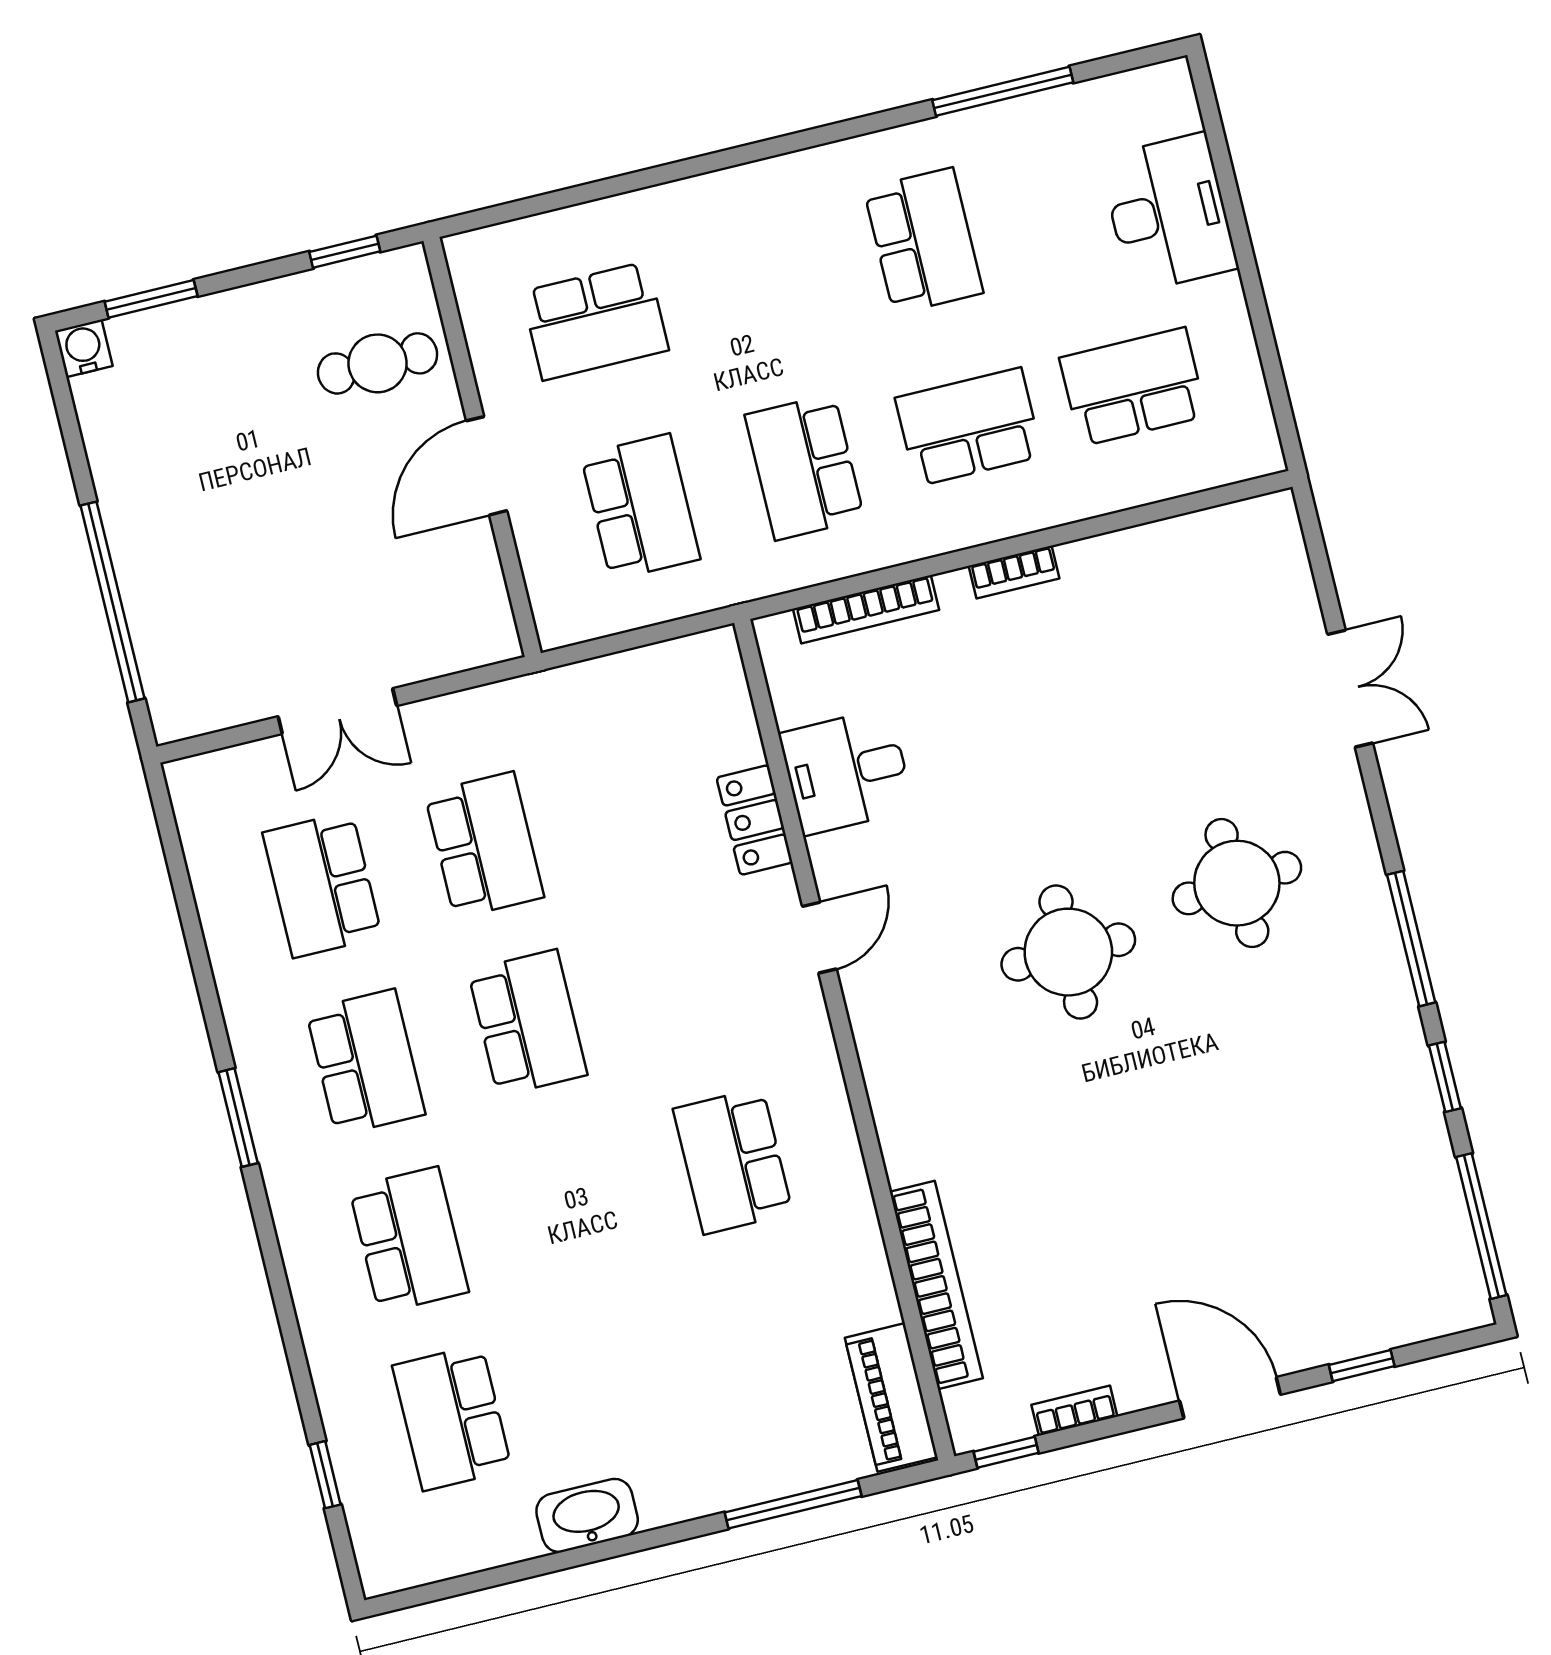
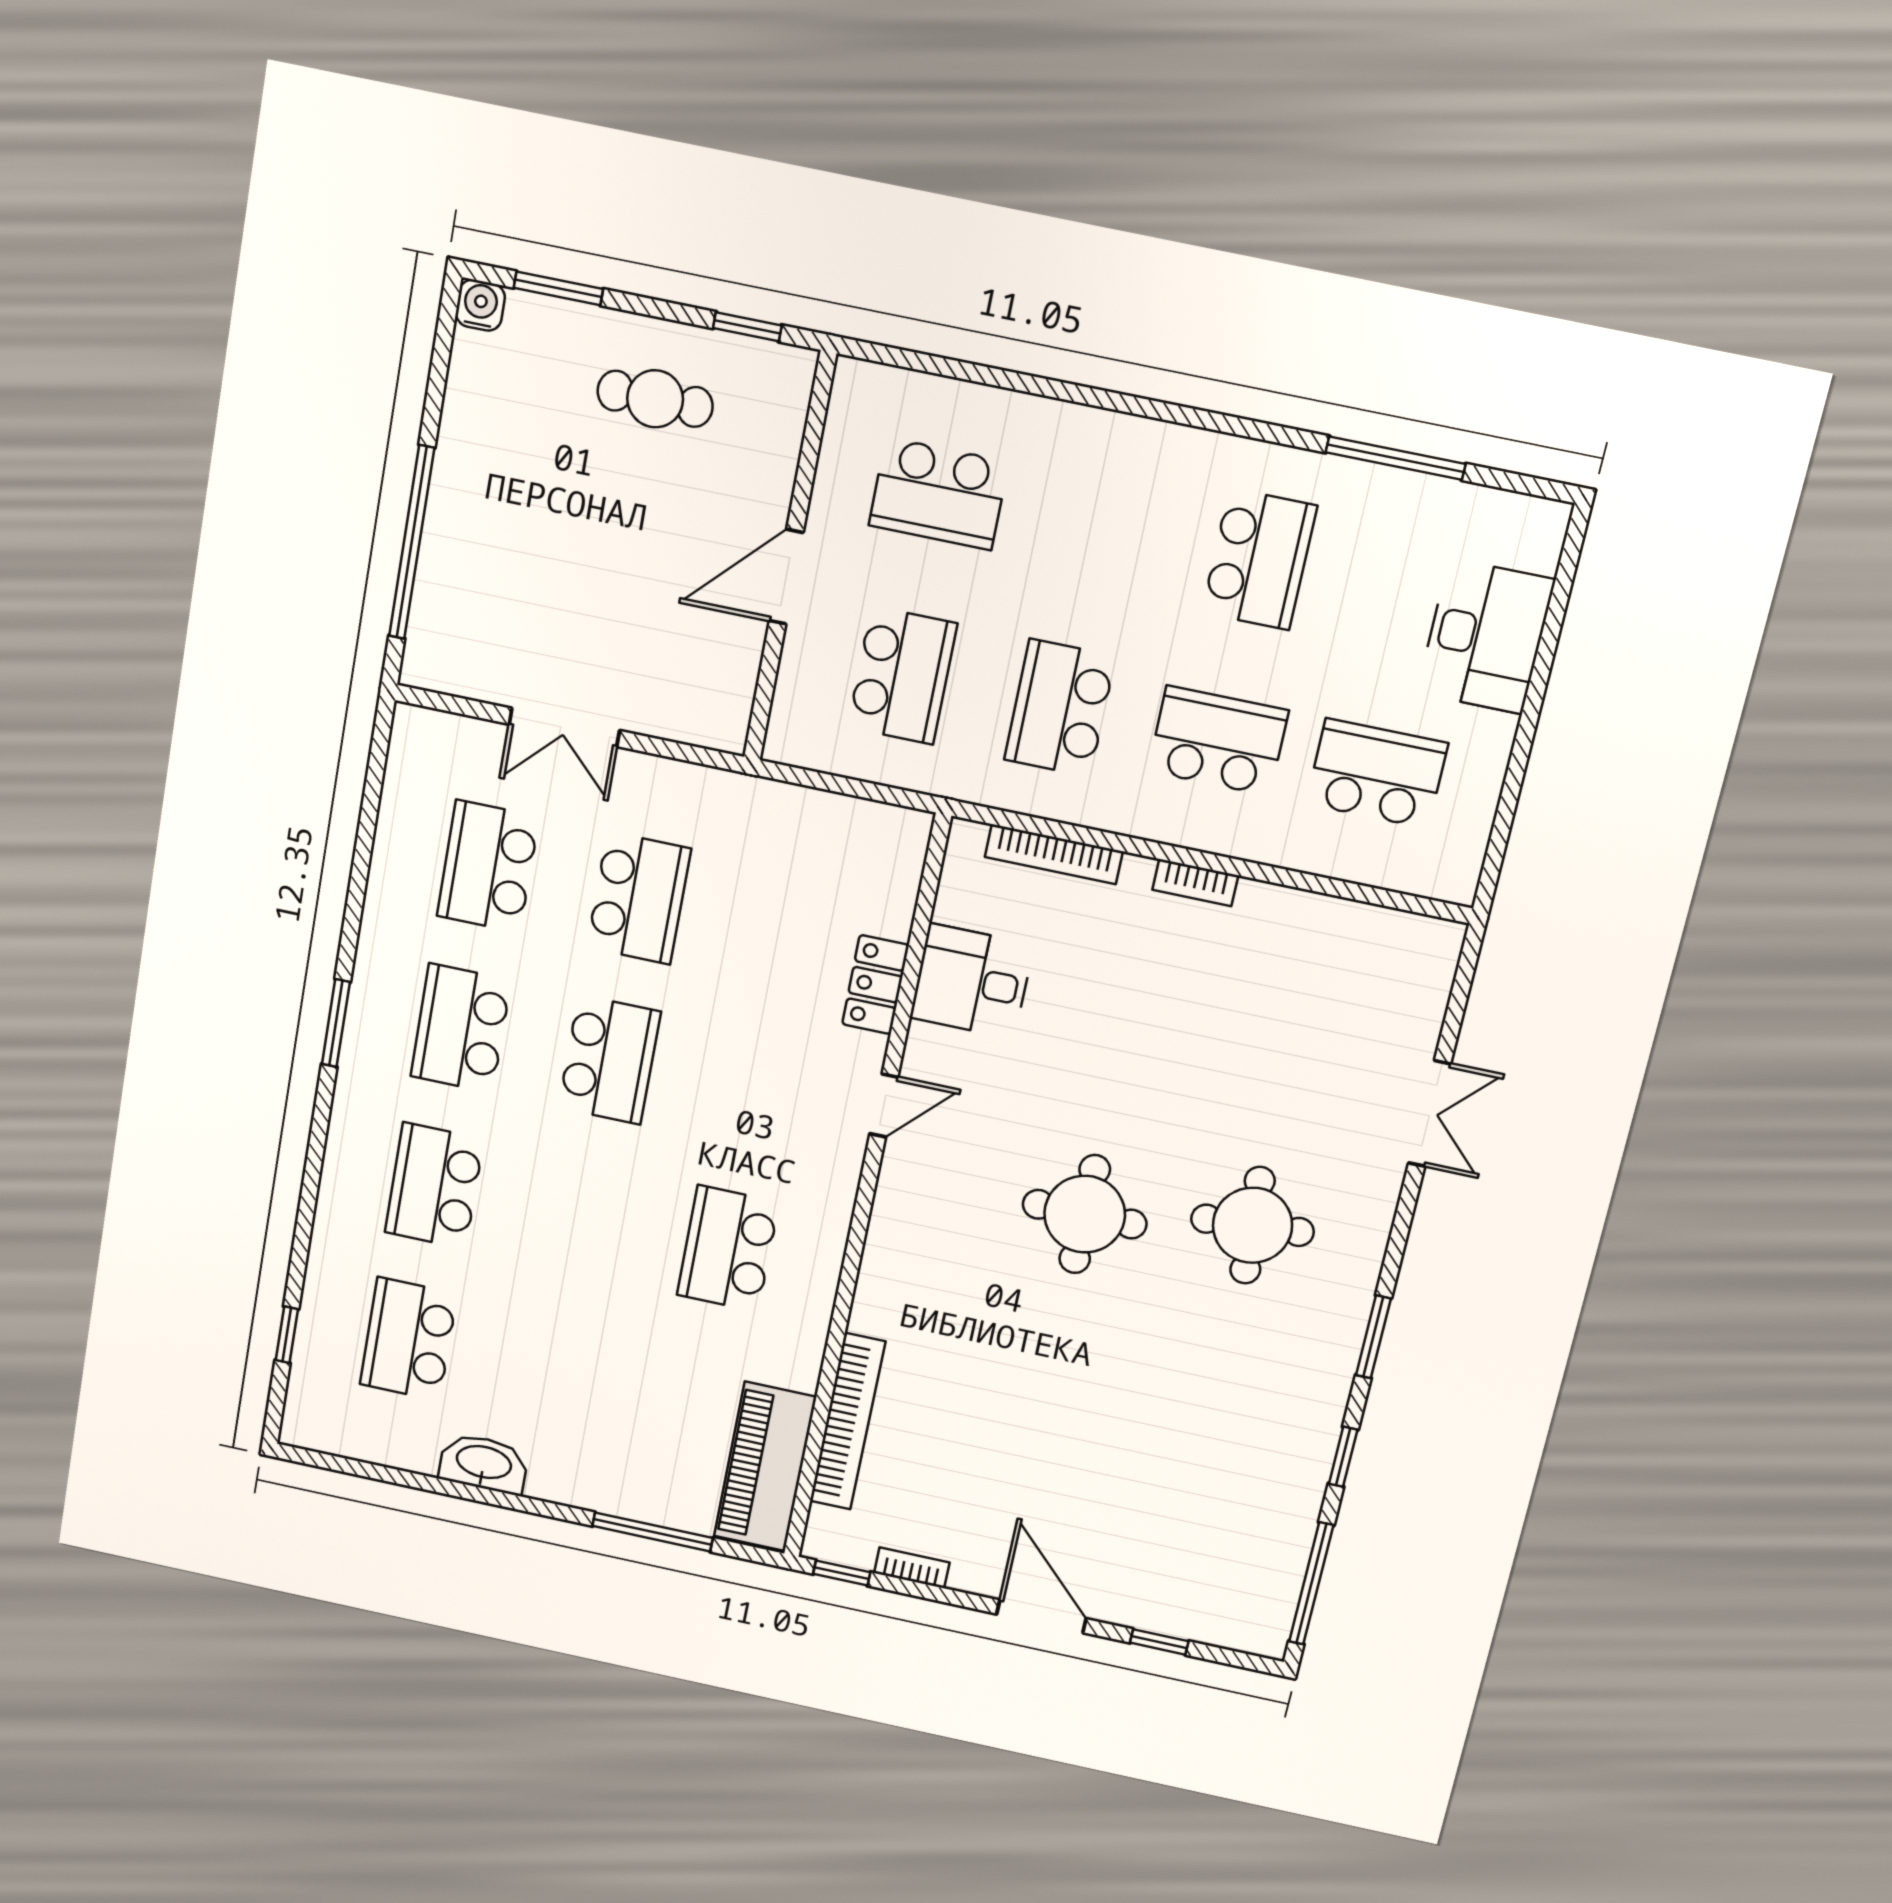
cafe table: (378, 363) -> (655, 399), moved
window: (1411, 939) -> (1373, 1337), width x0.69
school desk: (366, 1062) -> (461, 1028), turned 180
school desk: (409, 1240) -> (434, 1186), turned 180
piano: (891, 1397) -> (765, 1467), width x1.37, depth x1.33

